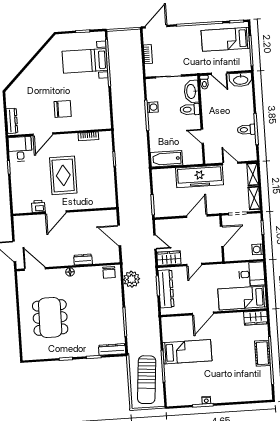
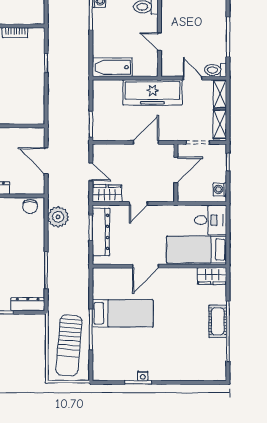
toilet: (246, 130) -> (216, 70), moved

